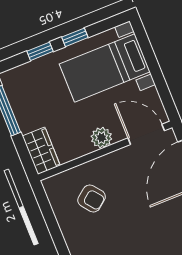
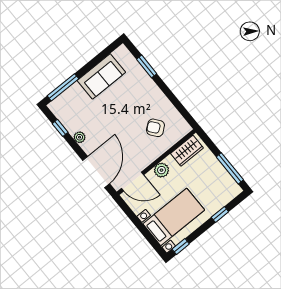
window: (75, 37) -> (181, 246), moved
wardrobe: (41, 151) -> (187, 151), moved, turned -90

